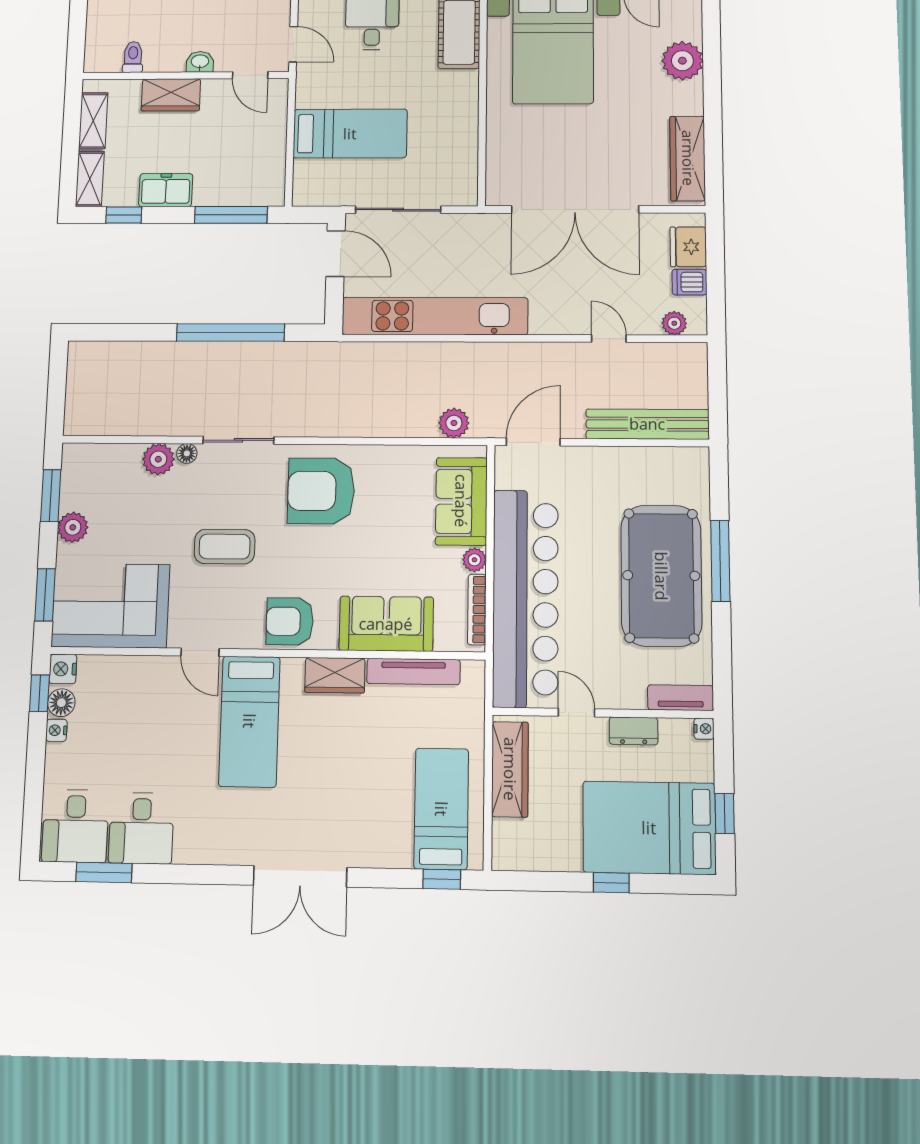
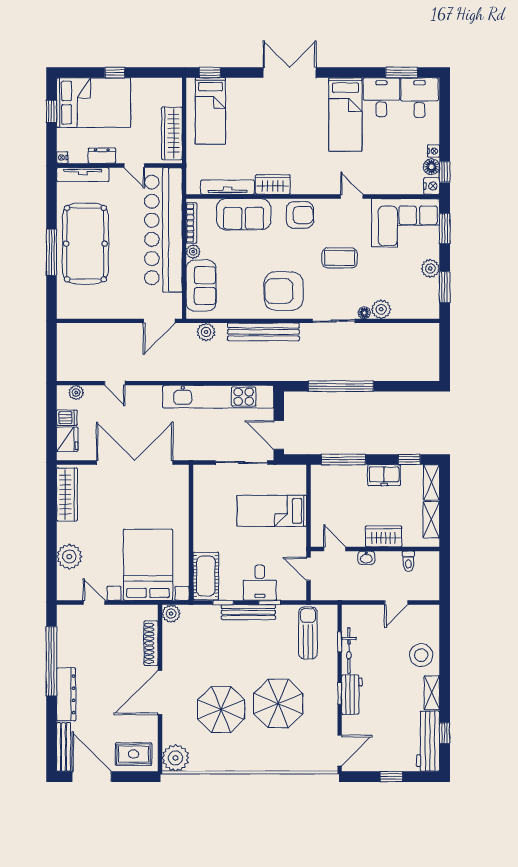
bench: (647, 424) -> (263, 332), moved
armchair: (321, 491) -> (284, 291), turned 180
tv unit: (681, 698) -> (83, 175), width x1.41
bed: (249, 721) -> (345, 114), moved, turned 180

